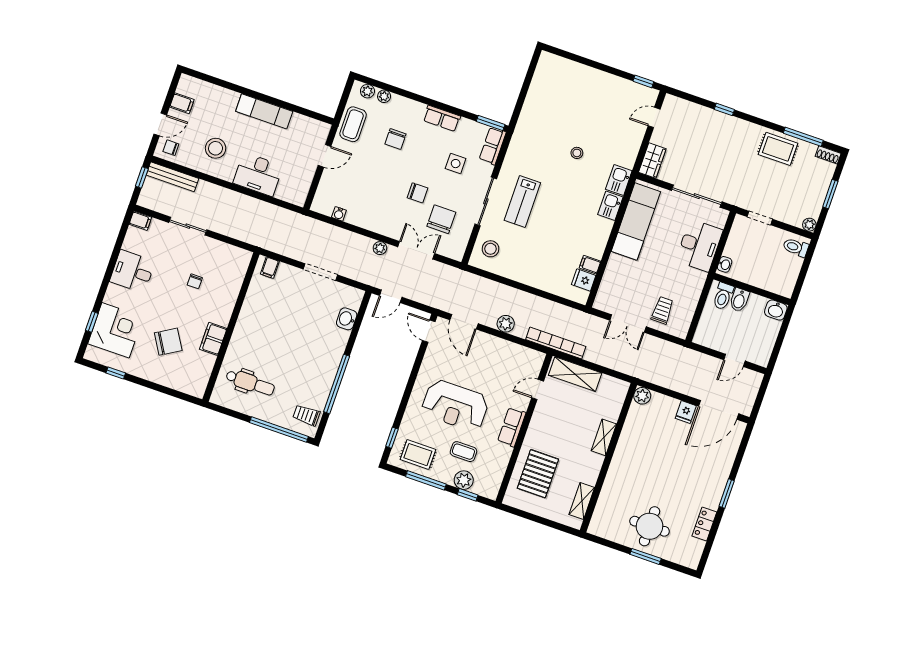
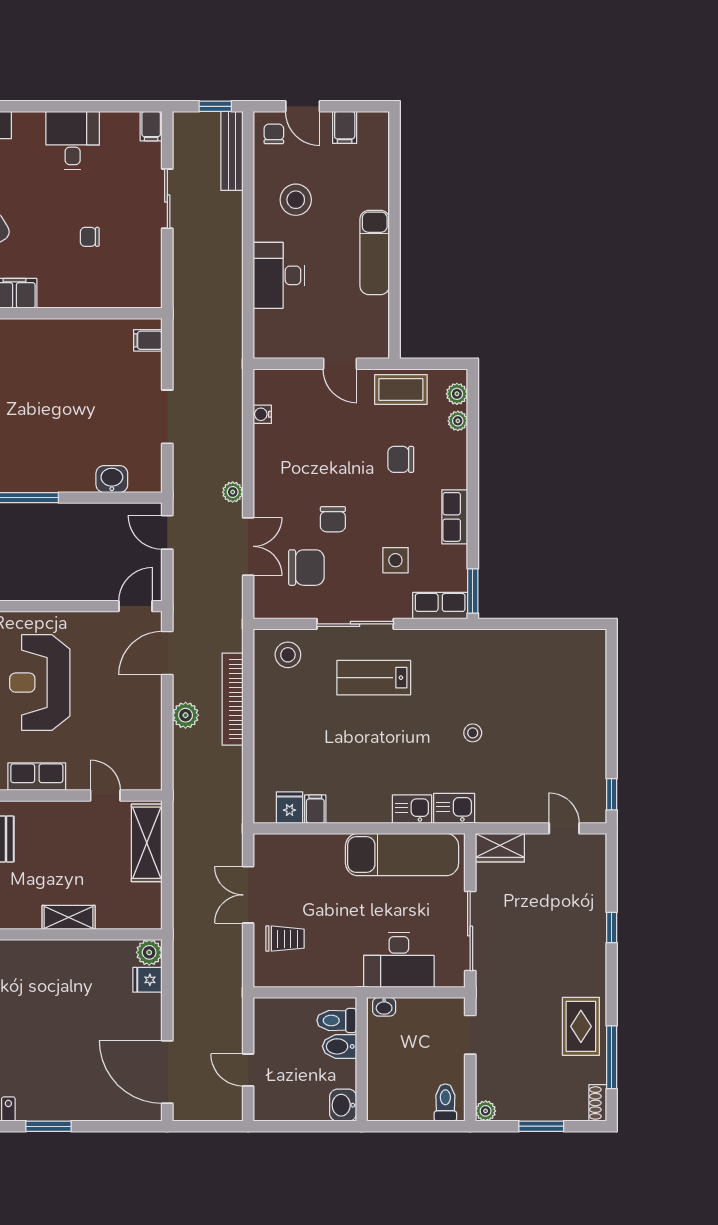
bookcase: (556, 343) -> (233, 699), moved, turned 180
fridge: (686, 412) -> (148, 980), moved

